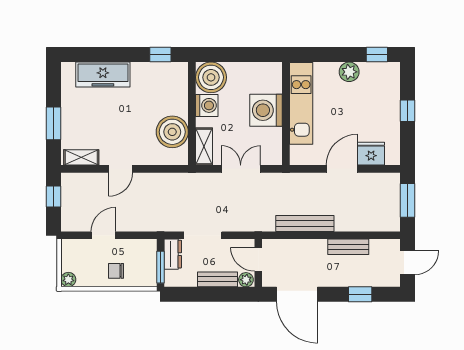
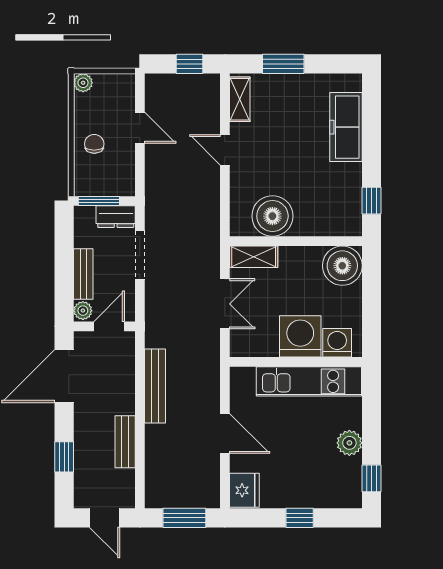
washing machine: (207, 105) -> (337, 343), moved, turned 180
fridge: (371, 154) -> (244, 490), moved

